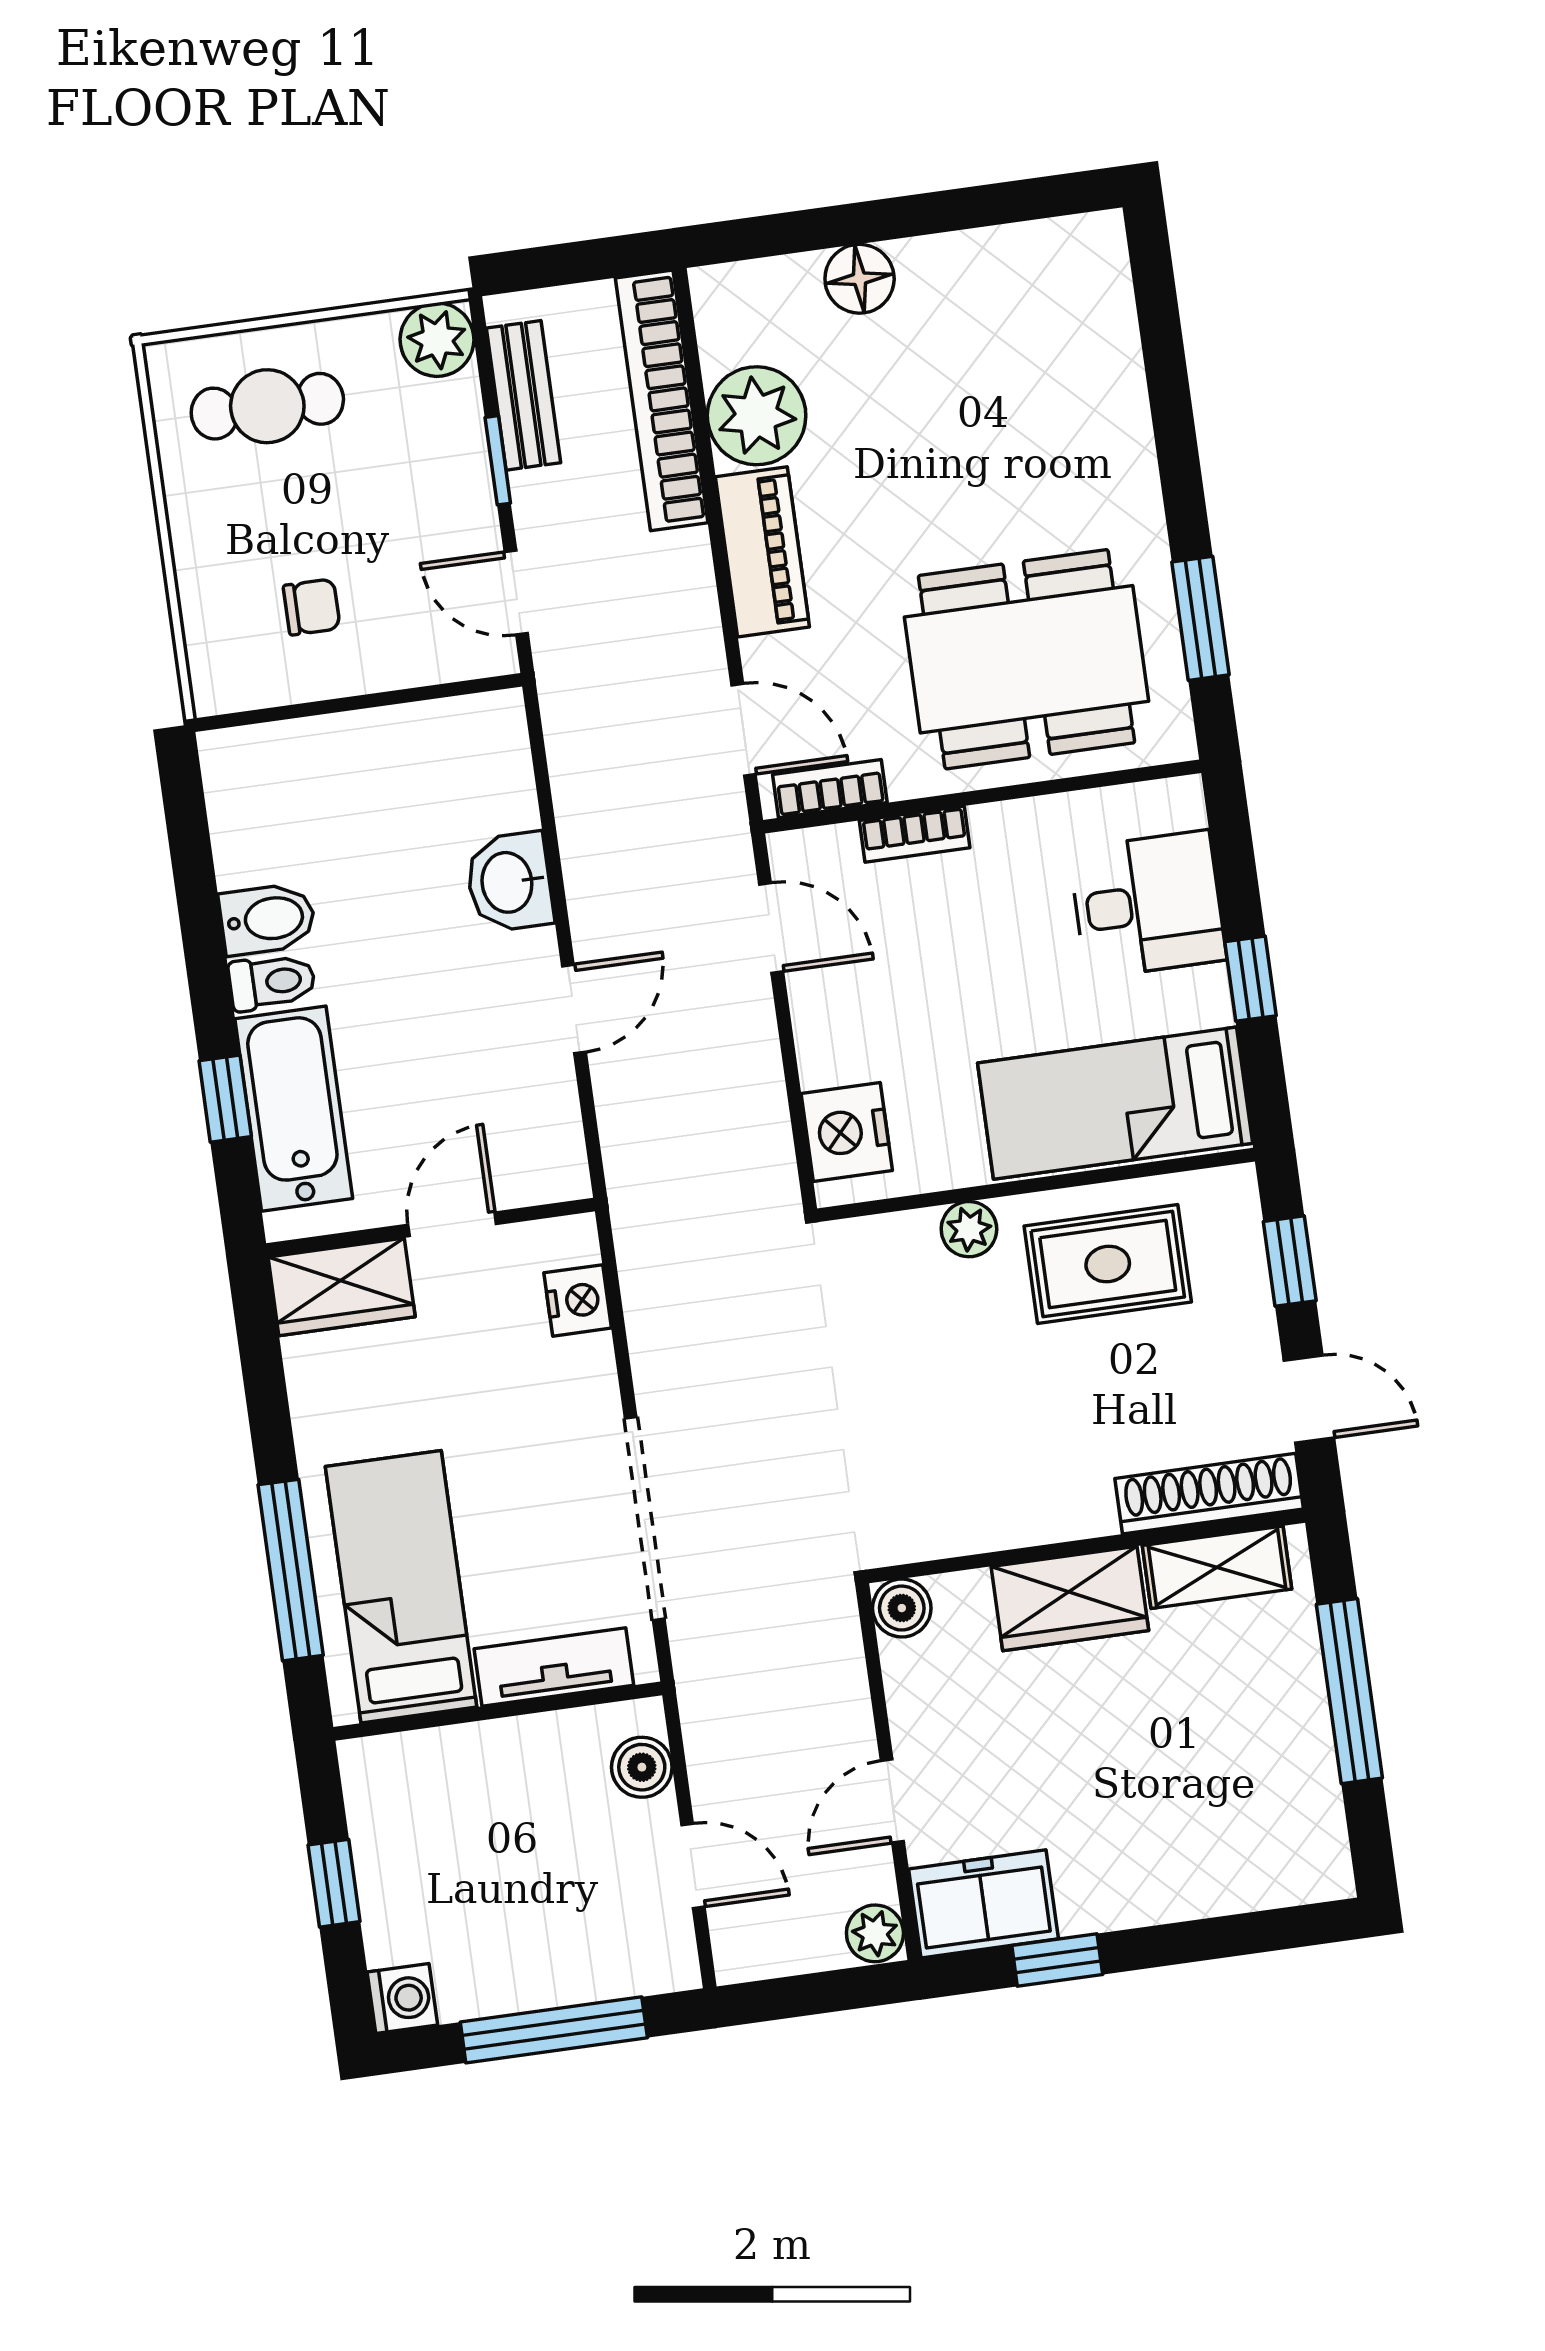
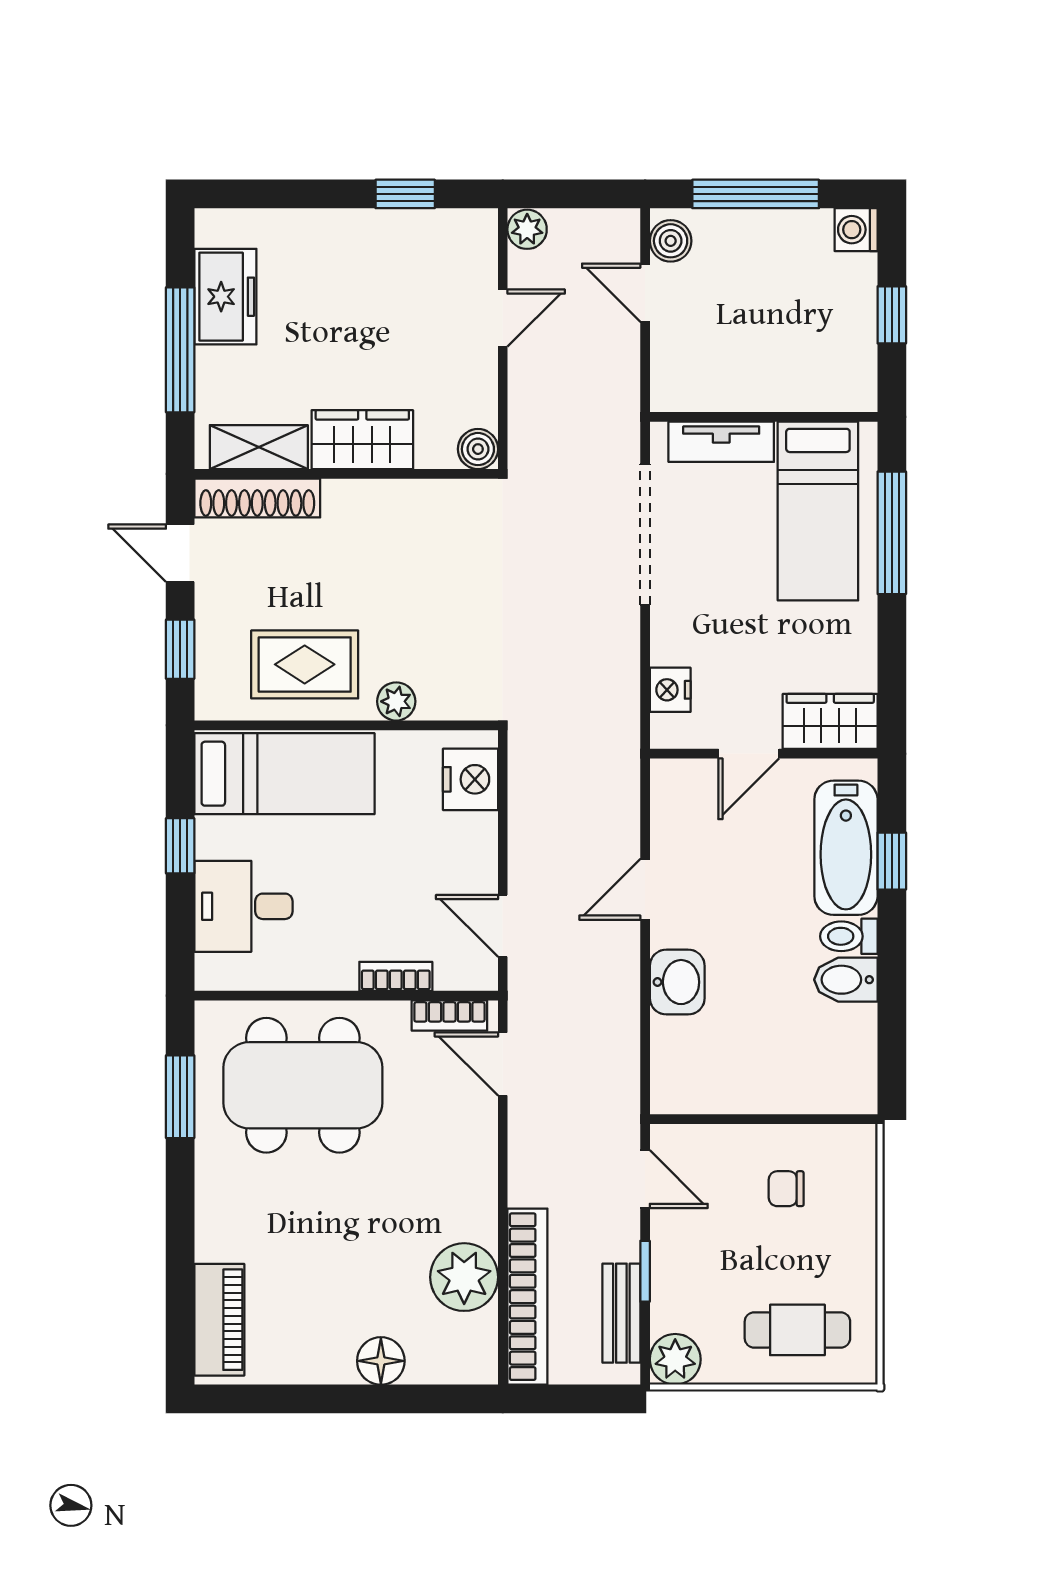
piano: (762, 552) -> (219, 1320), moved, turned 180
boiler: (642, 1767) -> (671, 241), moved
freezer: (983, 1904) -> (225, 297), moved, turned -90

